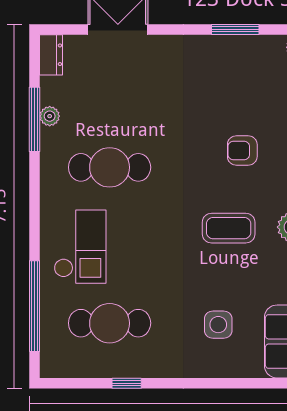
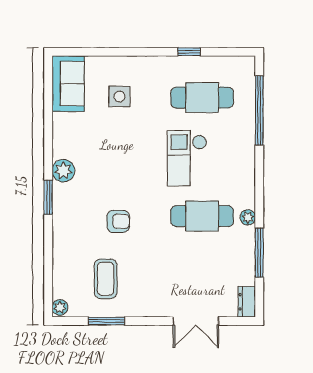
plant: (50, 116) -> (248, 217), moved
armchair: (242, 151) -> (118, 221), moved
coffee table: (229, 228) -> (106, 279), moved, turned 90
checkout: (80, 247) -> (187, 158), moved

